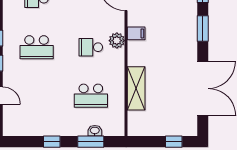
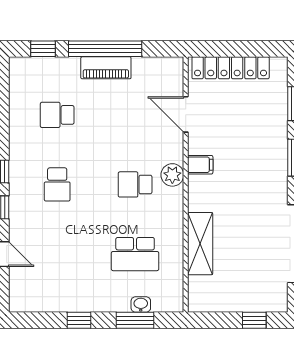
school desk: (37, 47) -> (57, 184), width x0.54

